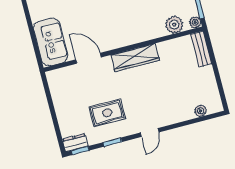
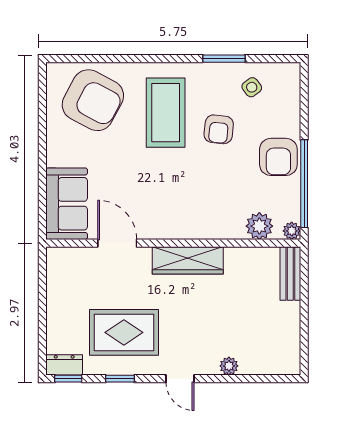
plant: (200, 111) -> (229, 366), moved
rug: (107, 113) -> (124, 332), width x1.36, depth x1.43
door: (150, 132) -> (180, 379), hinge flipped

